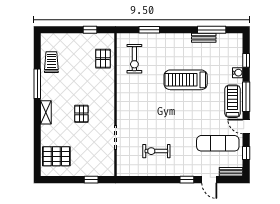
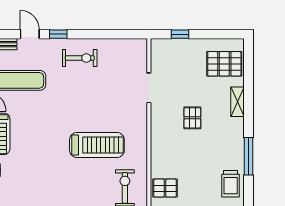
pallet: (103, 59) -> (165, 188), turned 90
treadmill: (186, 80) -> (97, 145), moved
shelving: (46, 112) -> (237, 102), moved
exercise bike: (156, 151) -> (80, 58), moved

